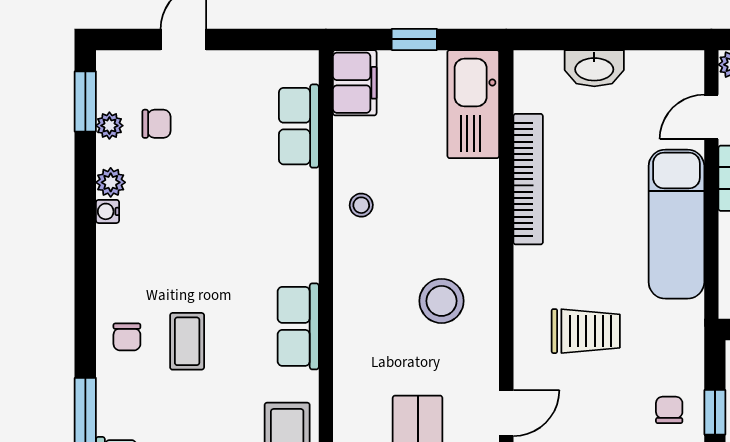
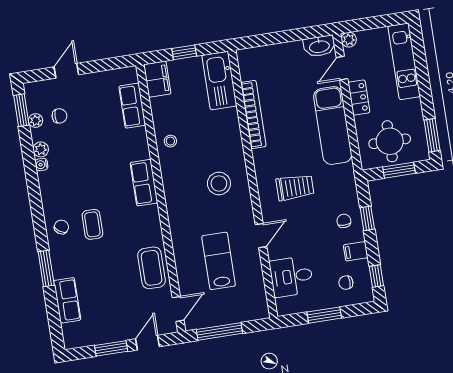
washbasin: (594, 68) -> (319, 46), moved
row of seats: (298, 326) -> (144, 183), moved
chair: (127, 337) -> (61, 227), turned -147

